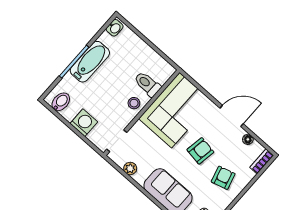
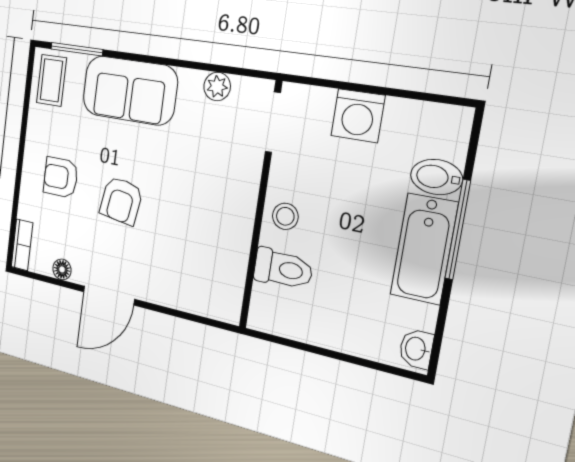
bidet: (61, 102) -> (436, 177), moved, turned 90
corner sofa: (176, 110) -> (204, 249), removed
armchair: (223, 178) -> (61, 177), turned 106

